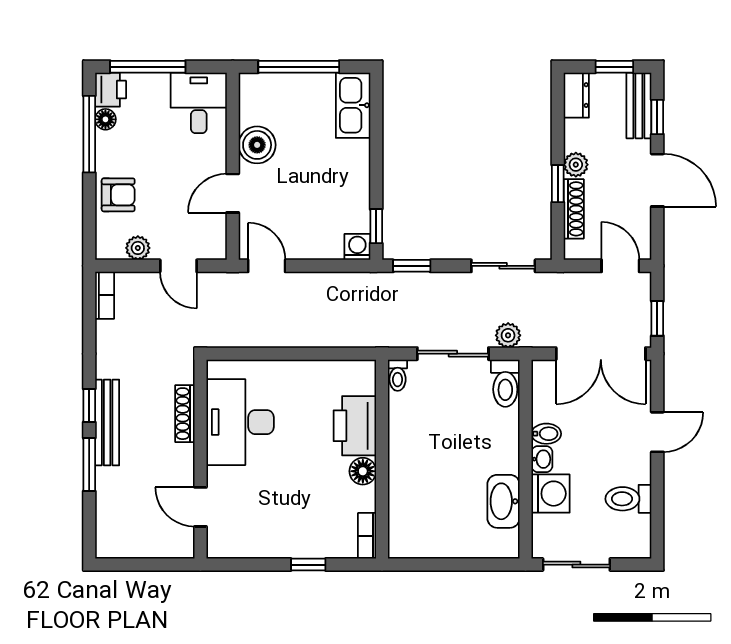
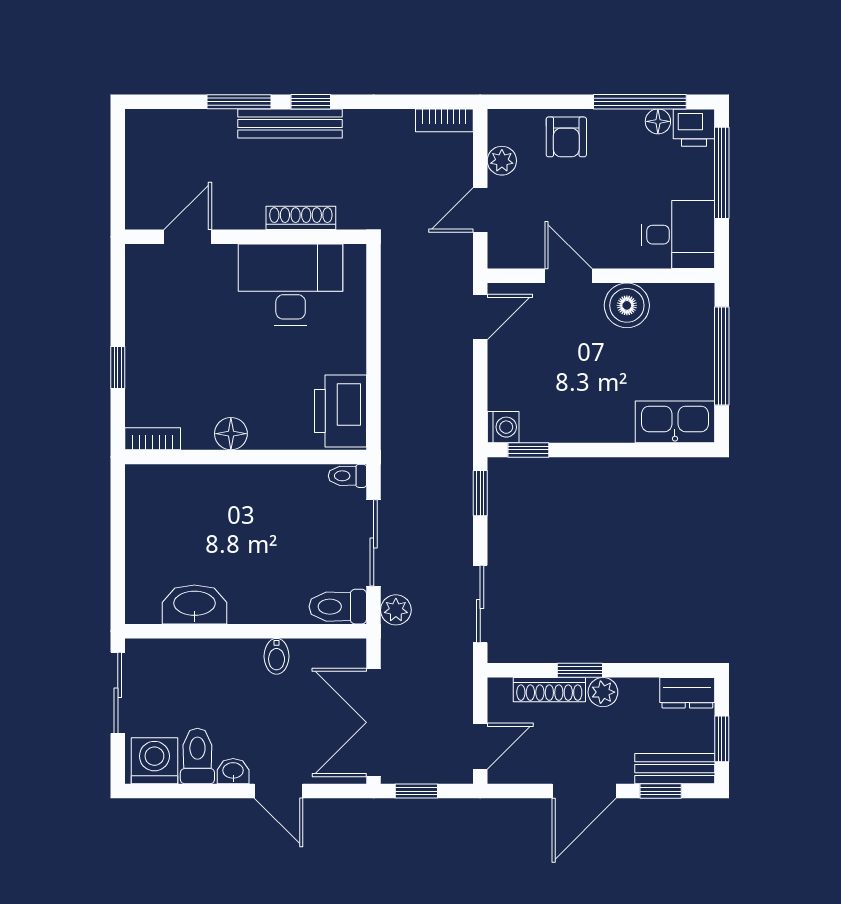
printer: (355, 426) -> (341, 411), moved, turned -90
washbasin: (542, 459) -> (233, 771), moved, turned 180
washing machine: (551, 494) -> (154, 761), moved, turned 180

